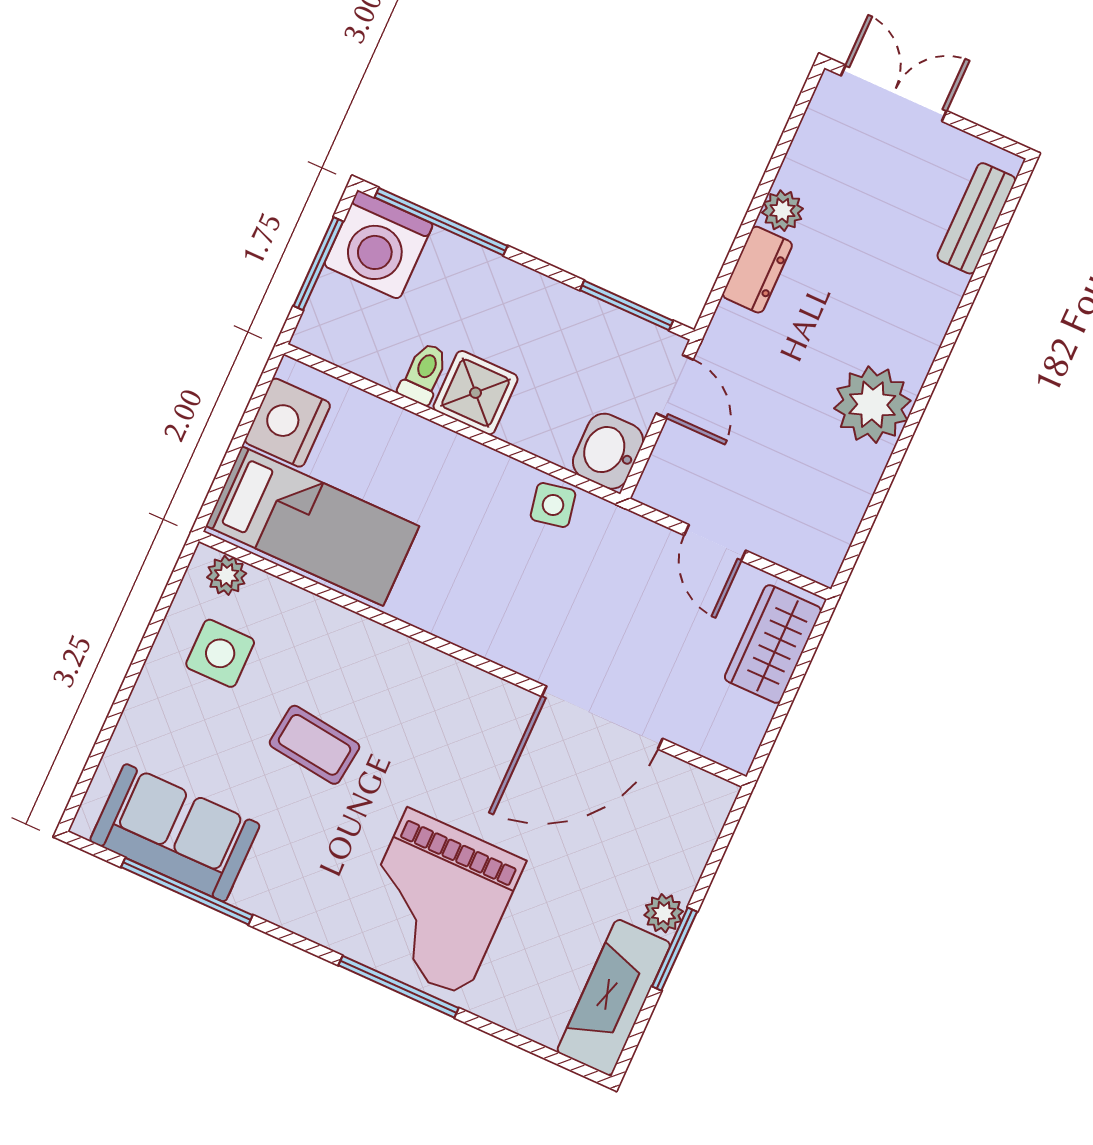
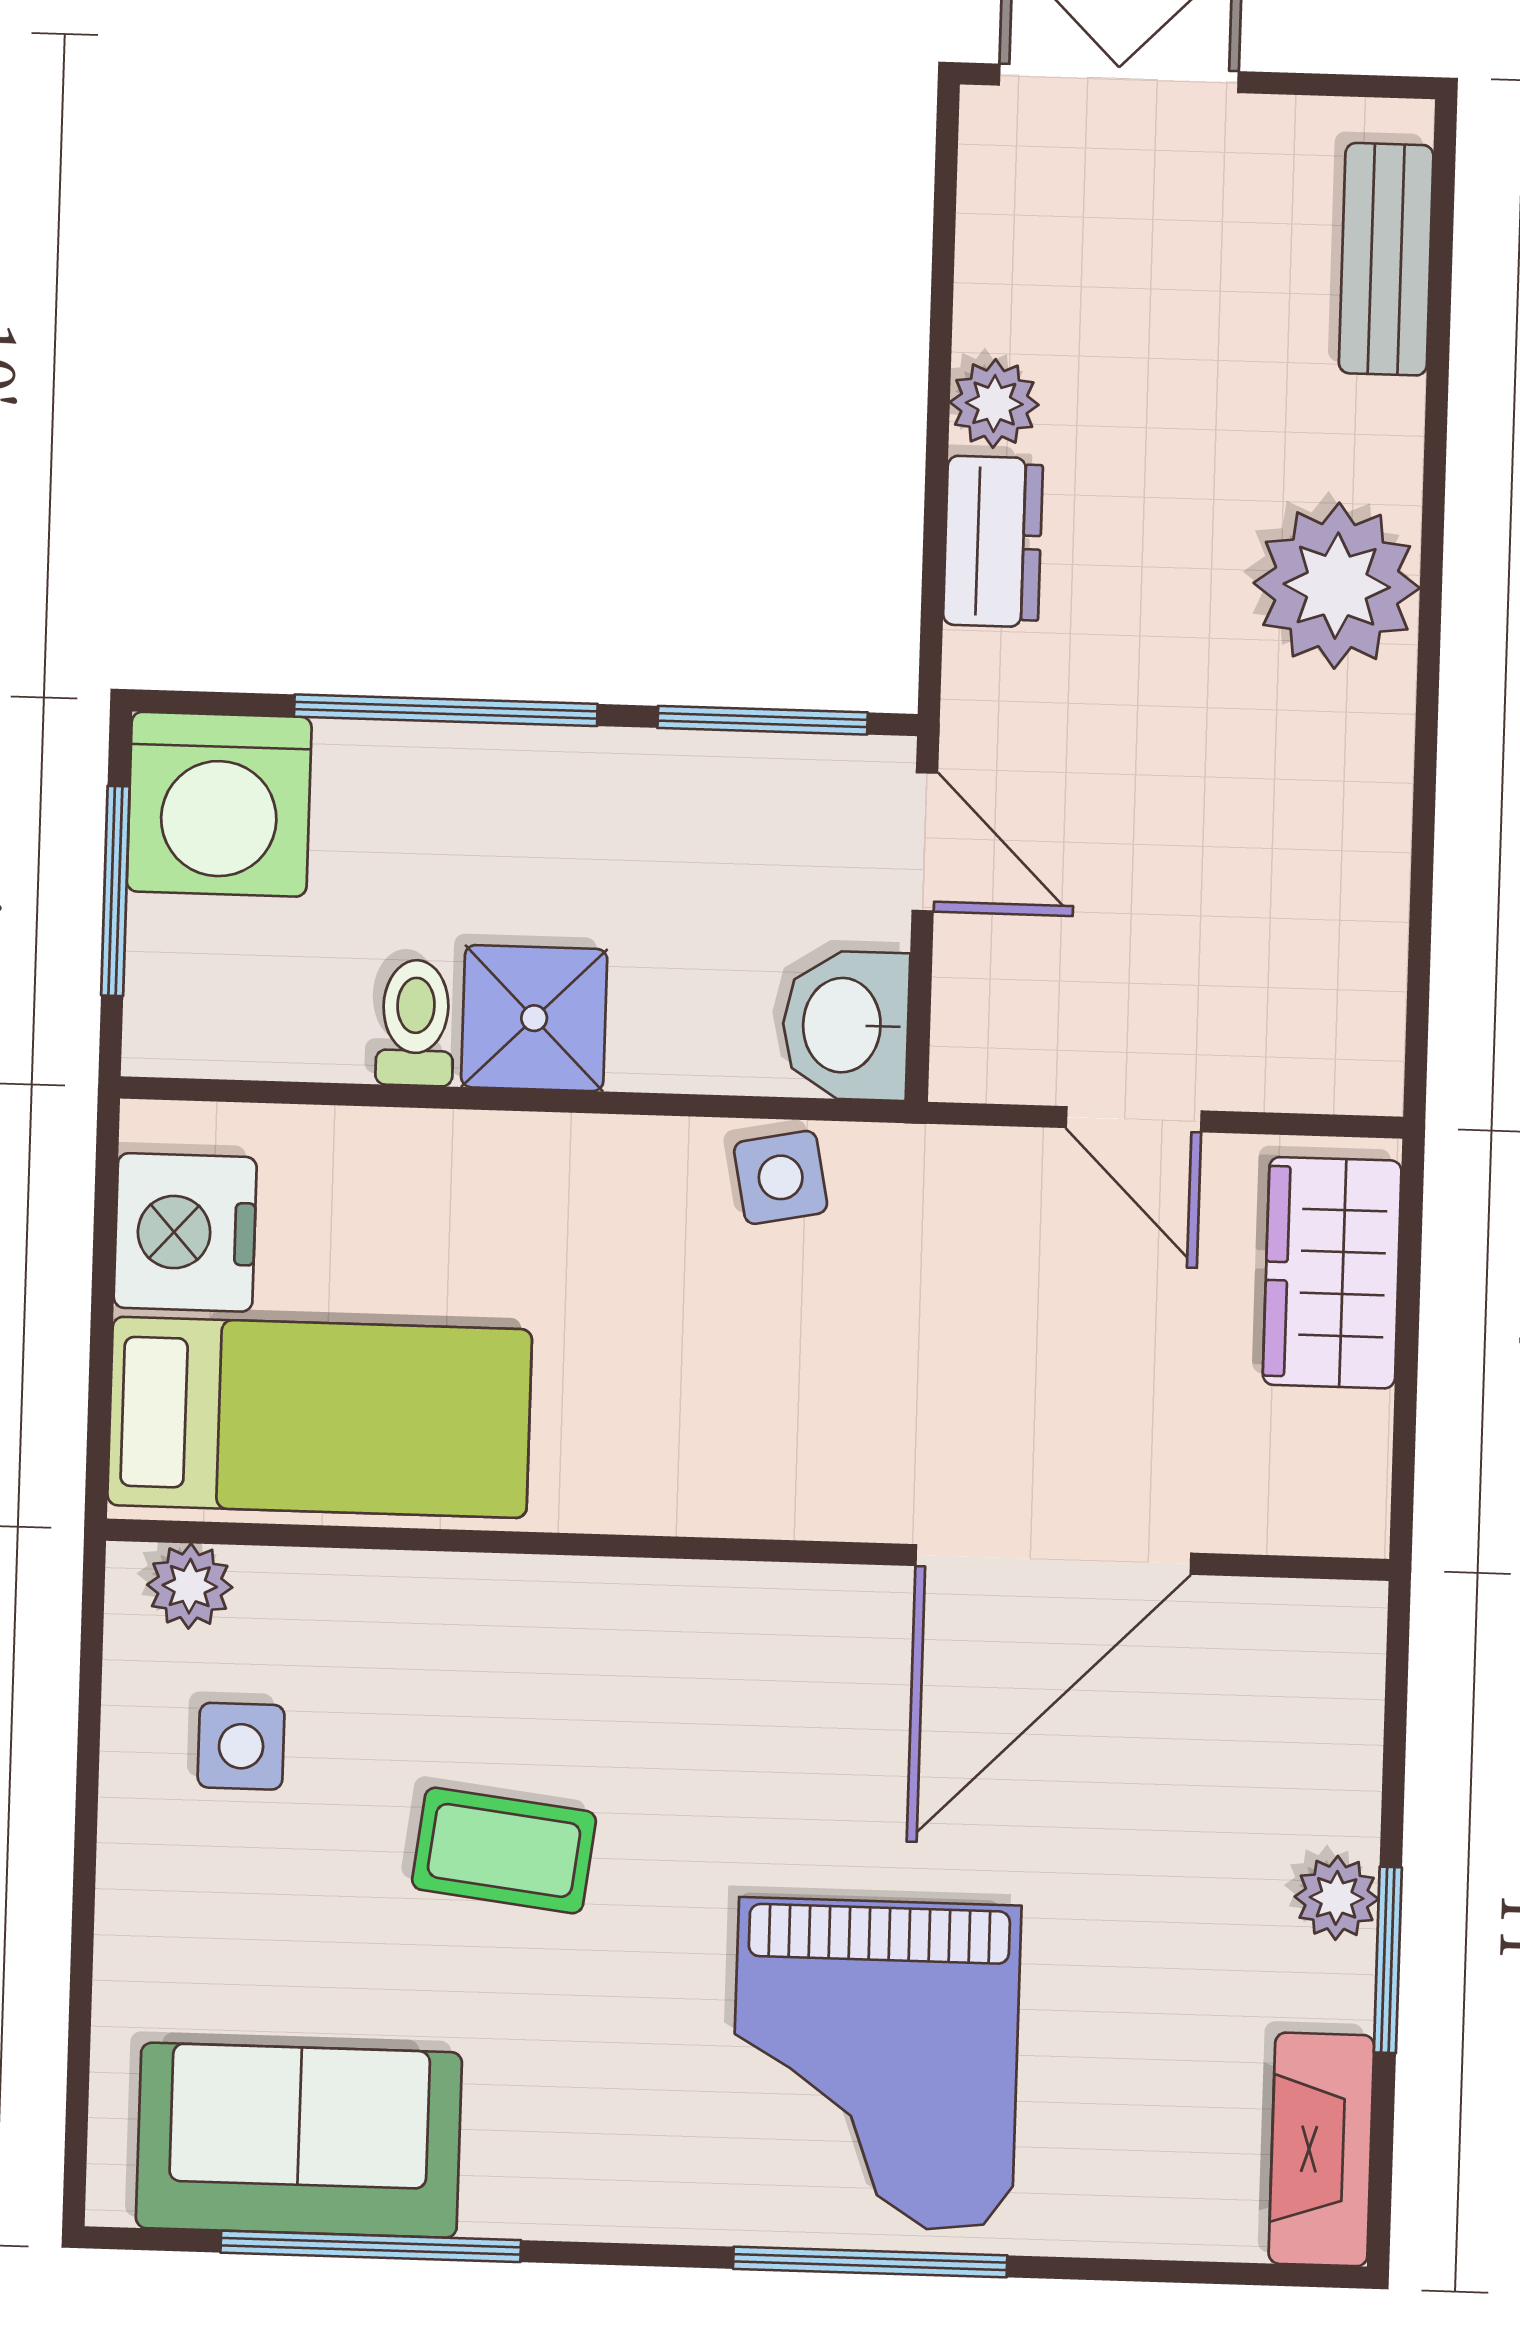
window: (441, 222) -> (446, 710), moved
plant: (872, 405) -> (1337, 586), moved
side table: (220, 653) -> (241, 1746), width x0.73, depth x0.73
fireplace: (614, 998) -> (1321, 2149), width x0.73, depth x0.76

